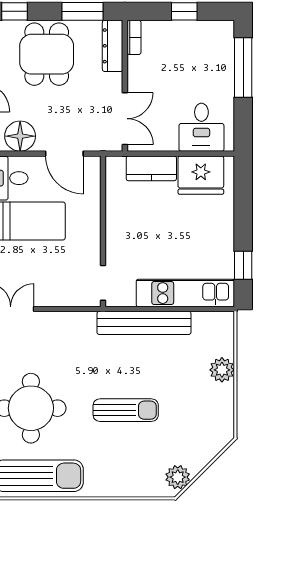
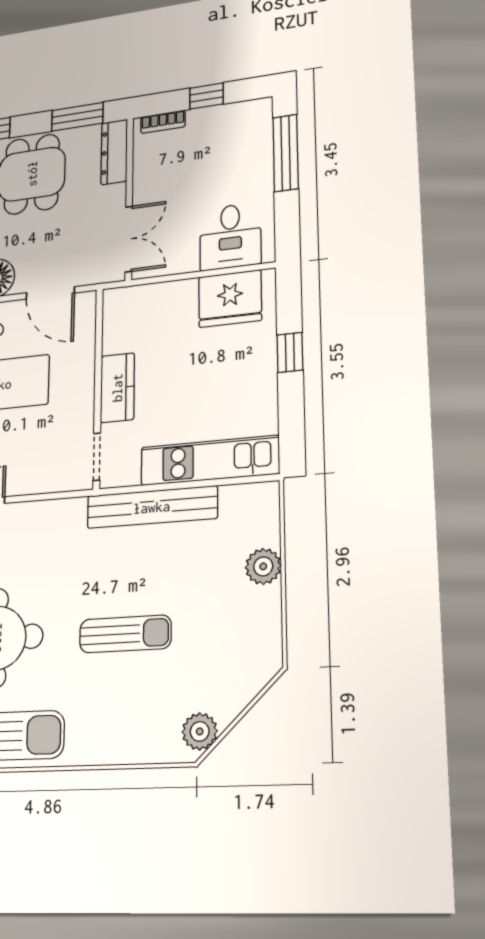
bookcase: (134, 37) -> (163, 122), moved, turned 90
kitchen counter: (151, 168) -> (117, 388), moved, turned -90
window: (243, 265) -> (290, 352), moved

